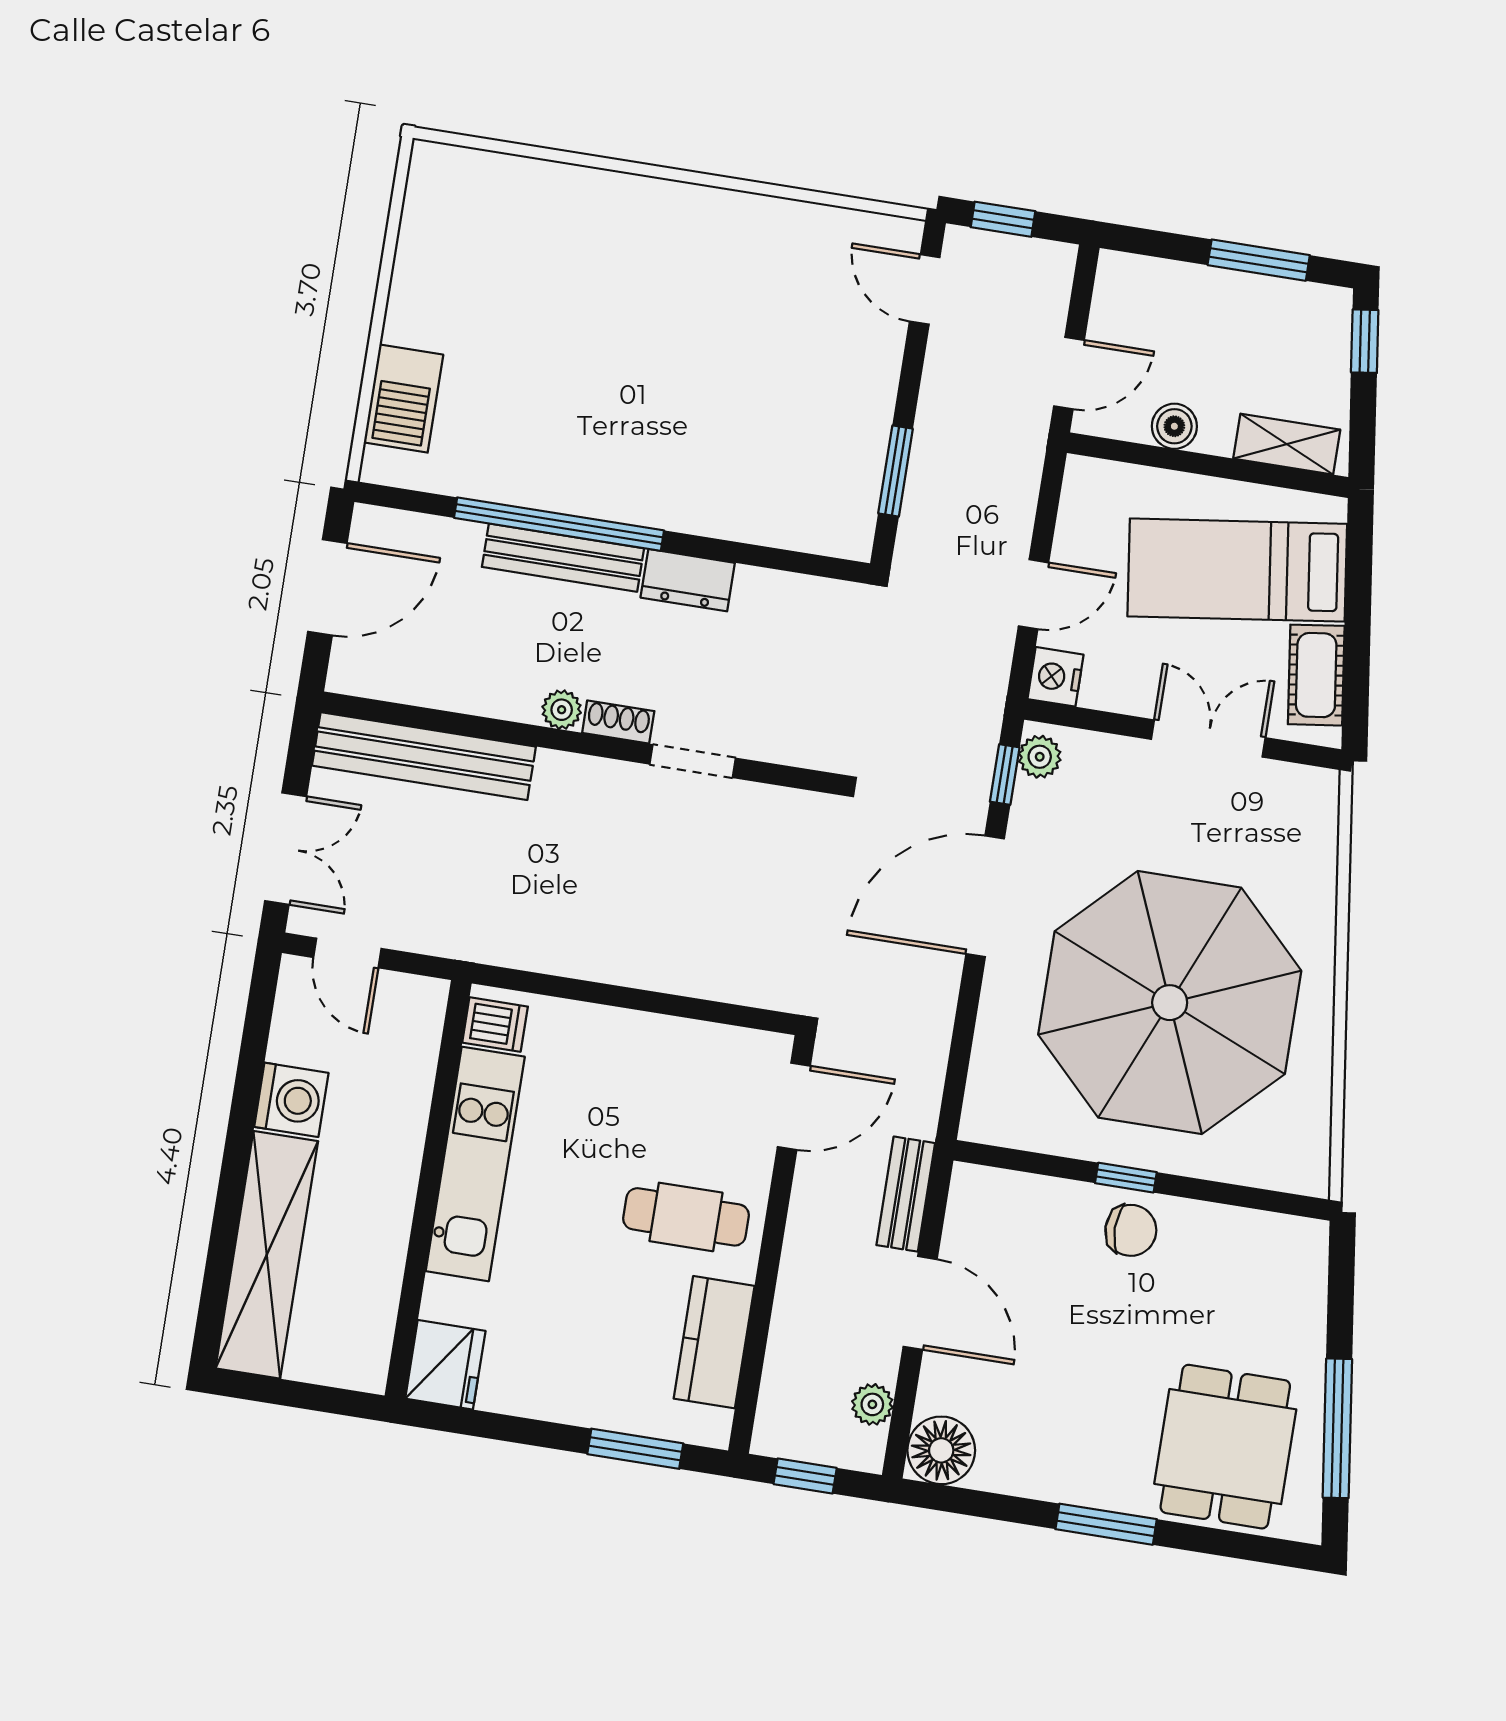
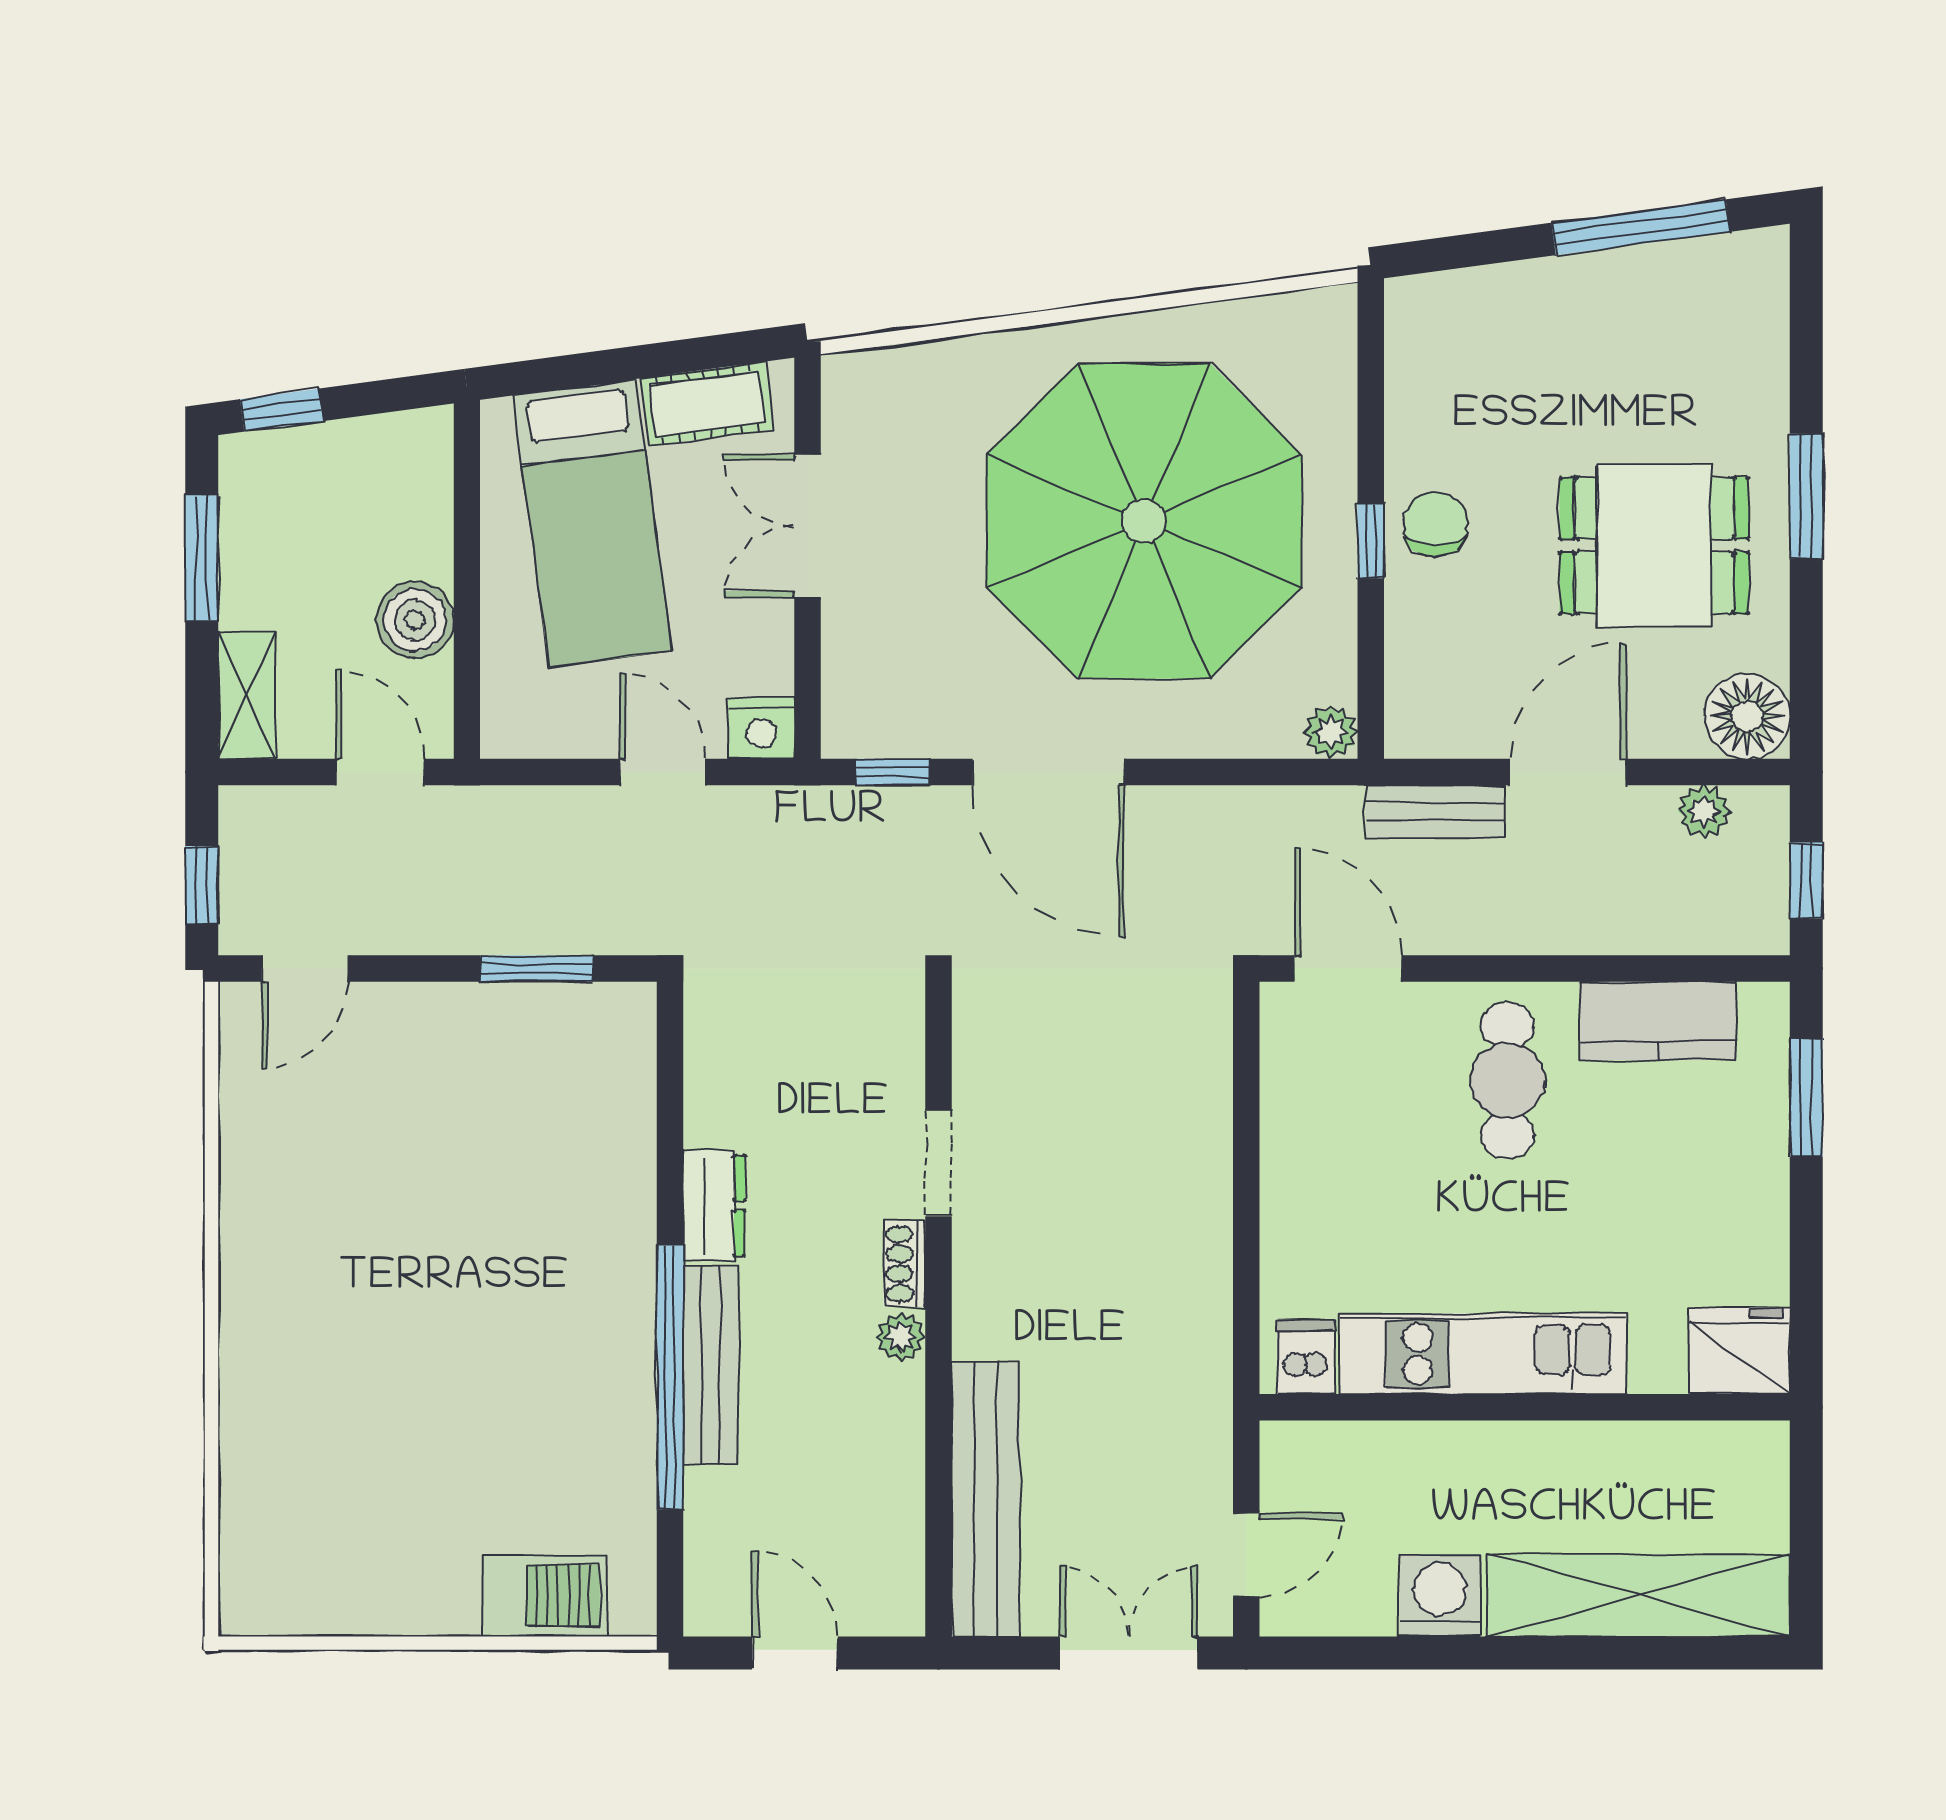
boiler: (1174, 426) -> (415, 620), width x1.36, depth x1.36
shelving: (1287, 444) -> (247, 695), moved
door: (327, 587) -> (795, 1653), width x0.73
plant: (1040, 757) -> (1331, 732), moved
dining table: (1225, 1447) -> (1654, 545), moved

